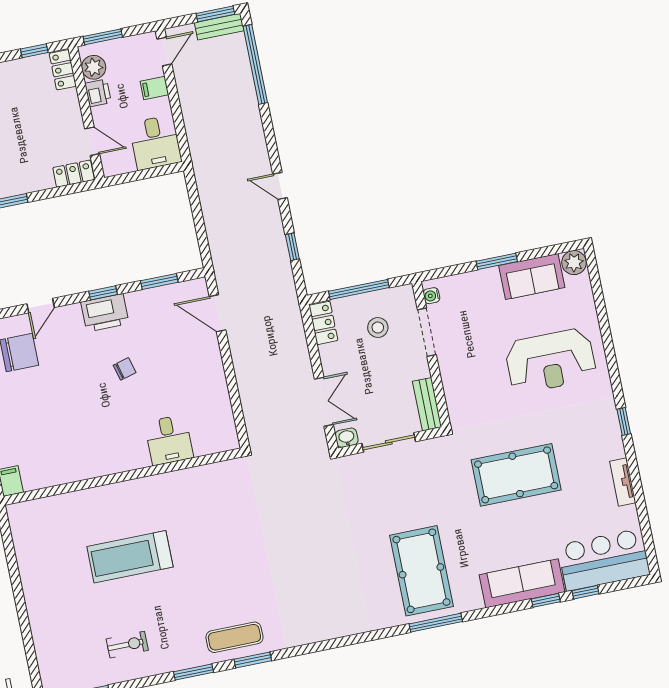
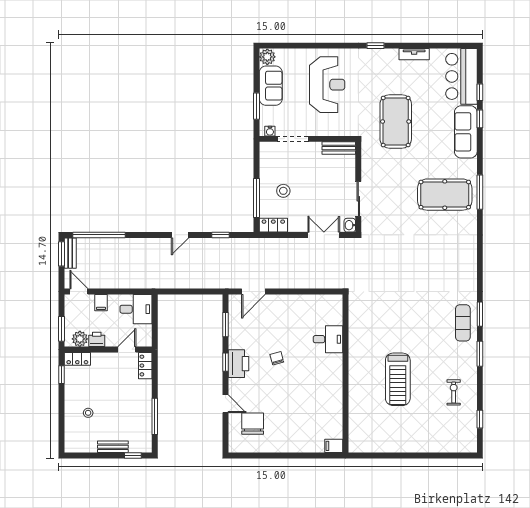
water cooler: (431, 296) -> (270, 131), moved
doorway: (427, 332) -> (293, 139), moved
wall: (431, 354) -> (307, 139), moved
bench: (427, 404) -> (339, 148), moved

